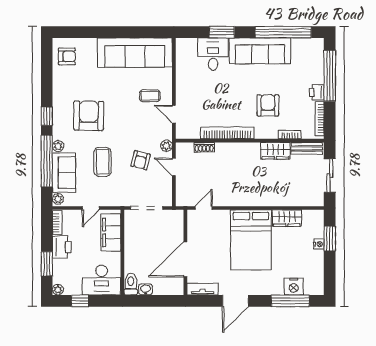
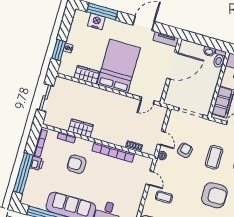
armchair: (268, 105) -> (77, 164), turned 91
armchair: (89, 116) -> (214, 195), turned -91
bench: (307, 148) -> (57, 123), removed

